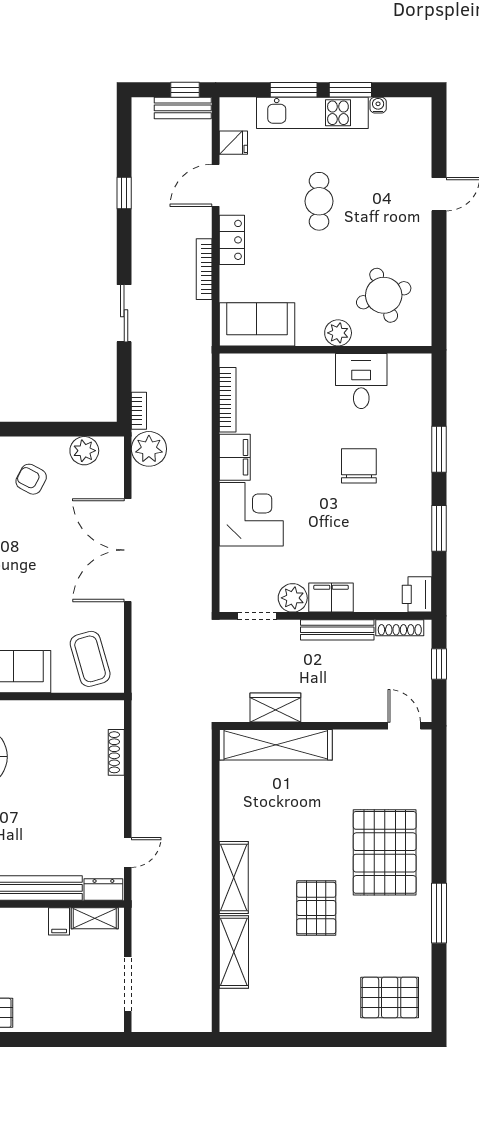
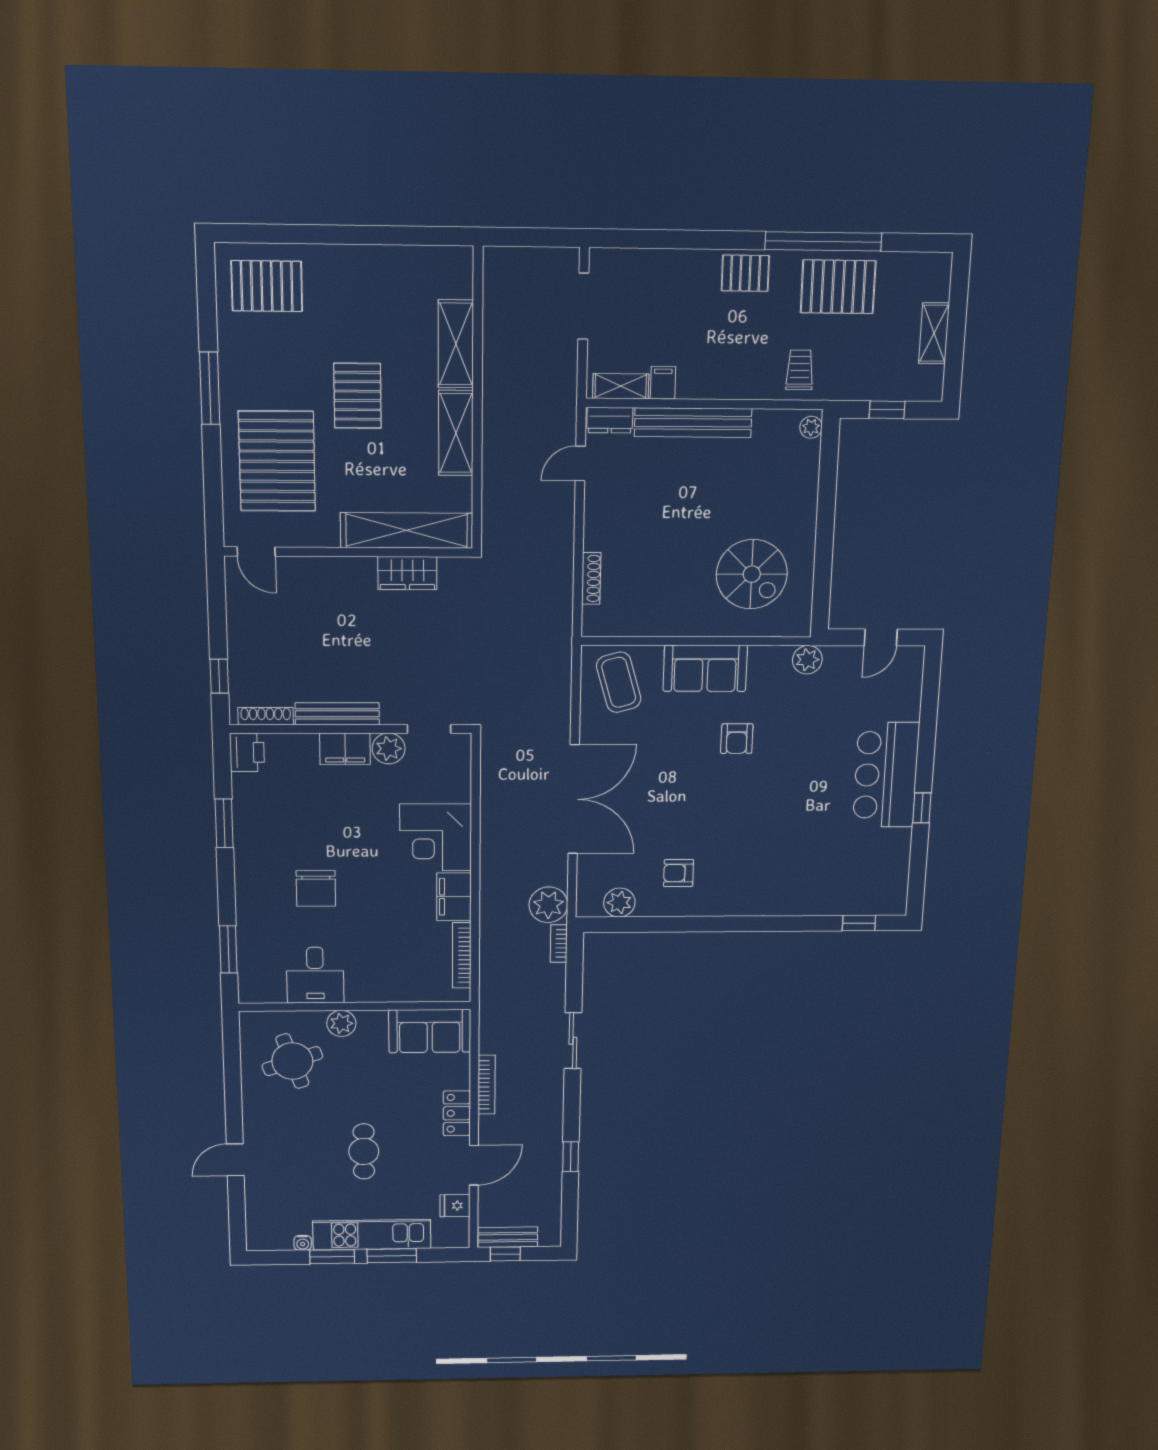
window: (439, 449) -> (228, 949), moved
armchair: (31, 479) -> (678, 873), turned 152
wardrobe: (275, 707) -> (407, 573), moved
wall: (326, 726) -> (349, 552), moved
door: (404, 726) -> (256, 552), moved
shelving: (276, 745) -> (407, 530), moved

